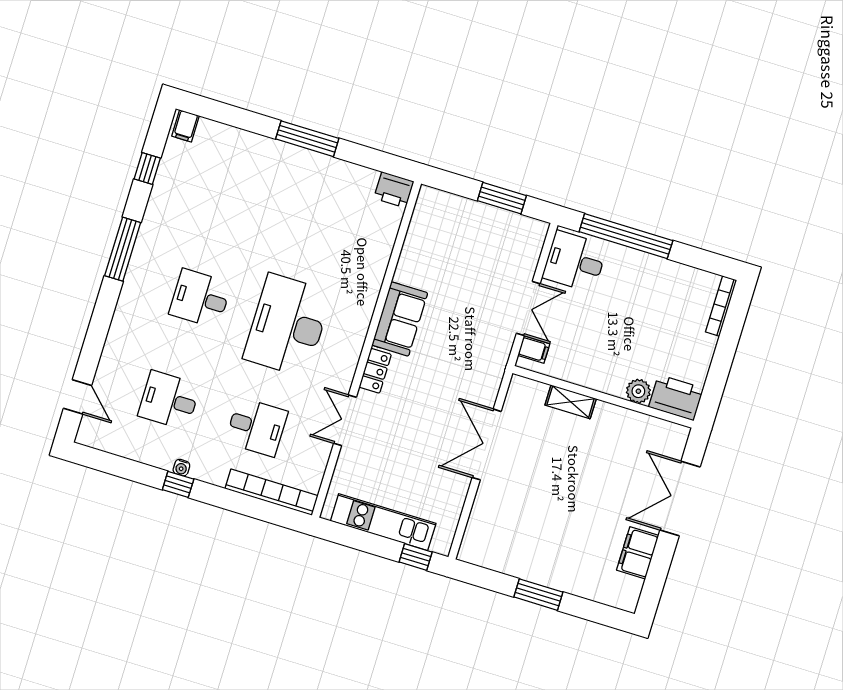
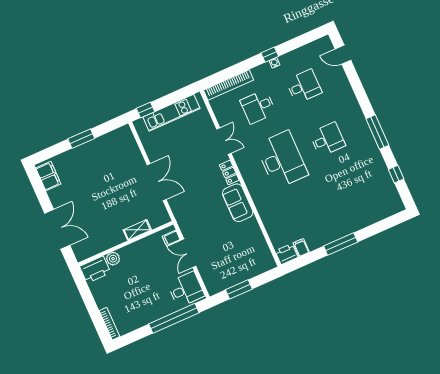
filing cabinet: (186, 126) -> (301, 248), moved
filing cabinet: (638, 553) -> (48, 176), moved

